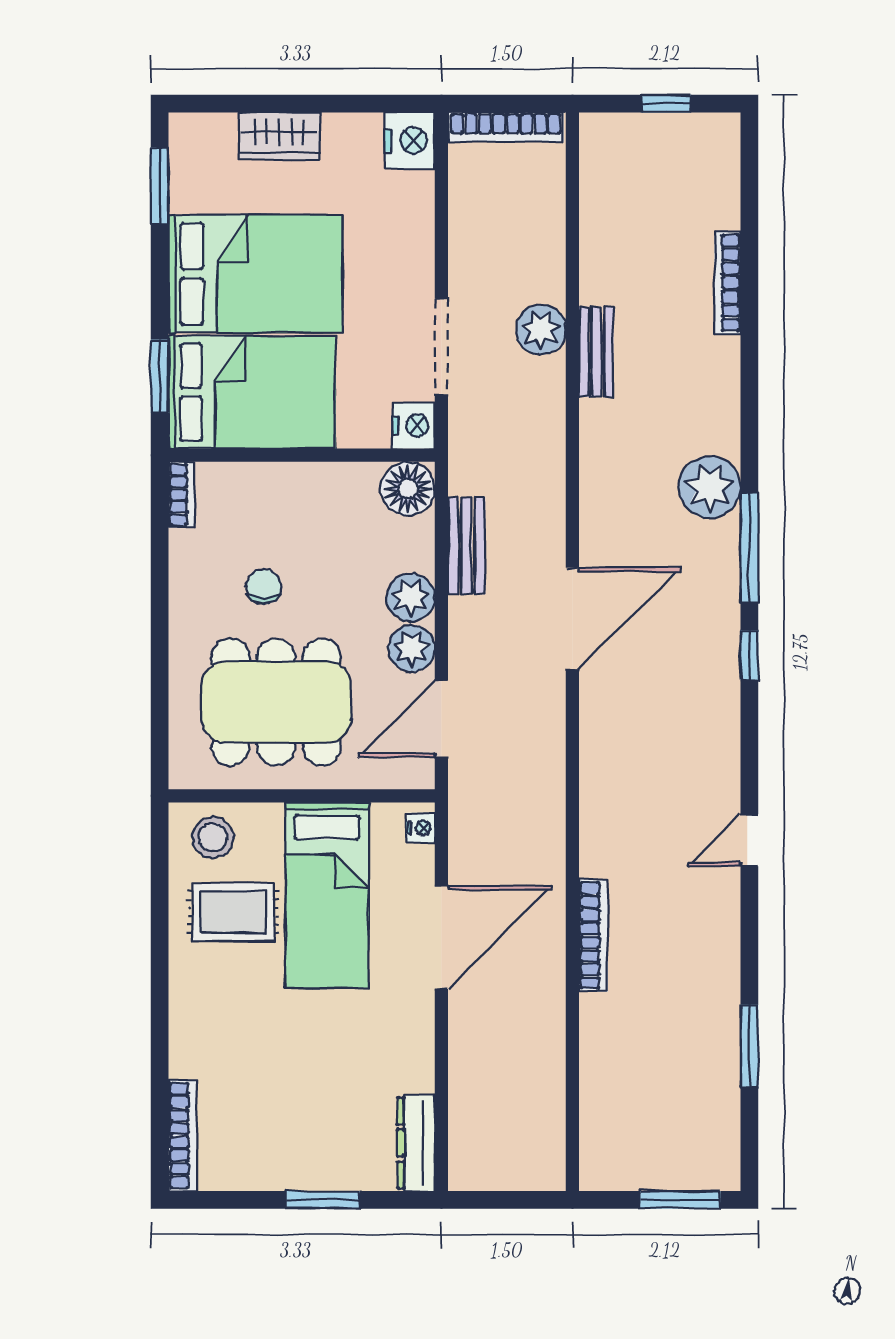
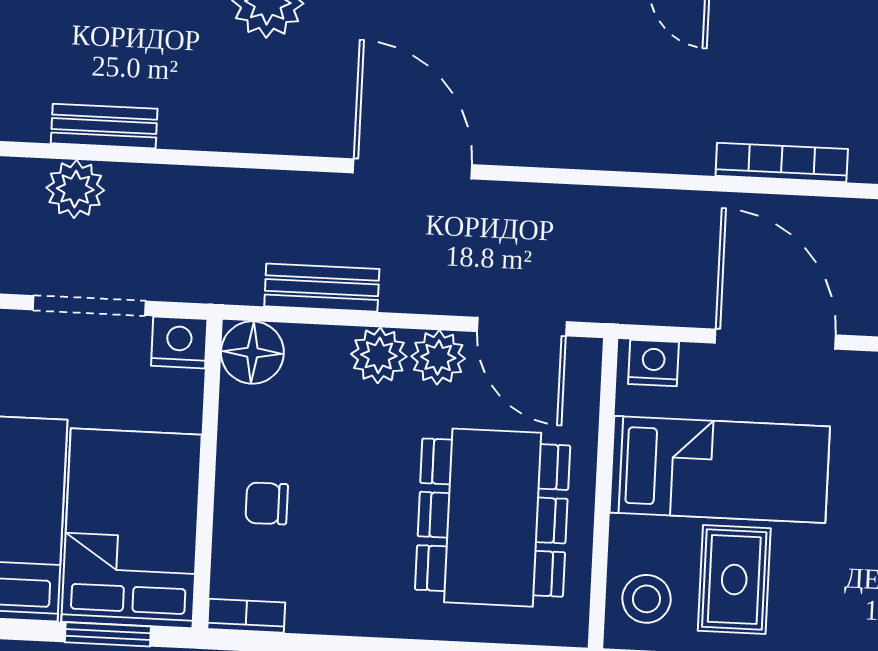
chair: (264, 587) -> (267, 503), moved
nightstand: (421, 828) -> (653, 363), width x1.39, depth x1.35

